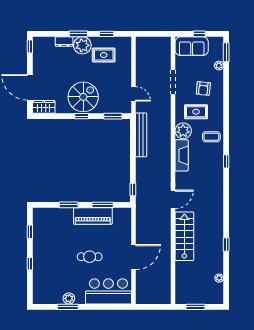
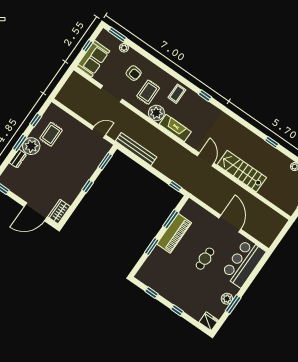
spiral stairs: (83, 97) -> (73, 174), removed
fridge: (39, 296) -> (209, 321), added

